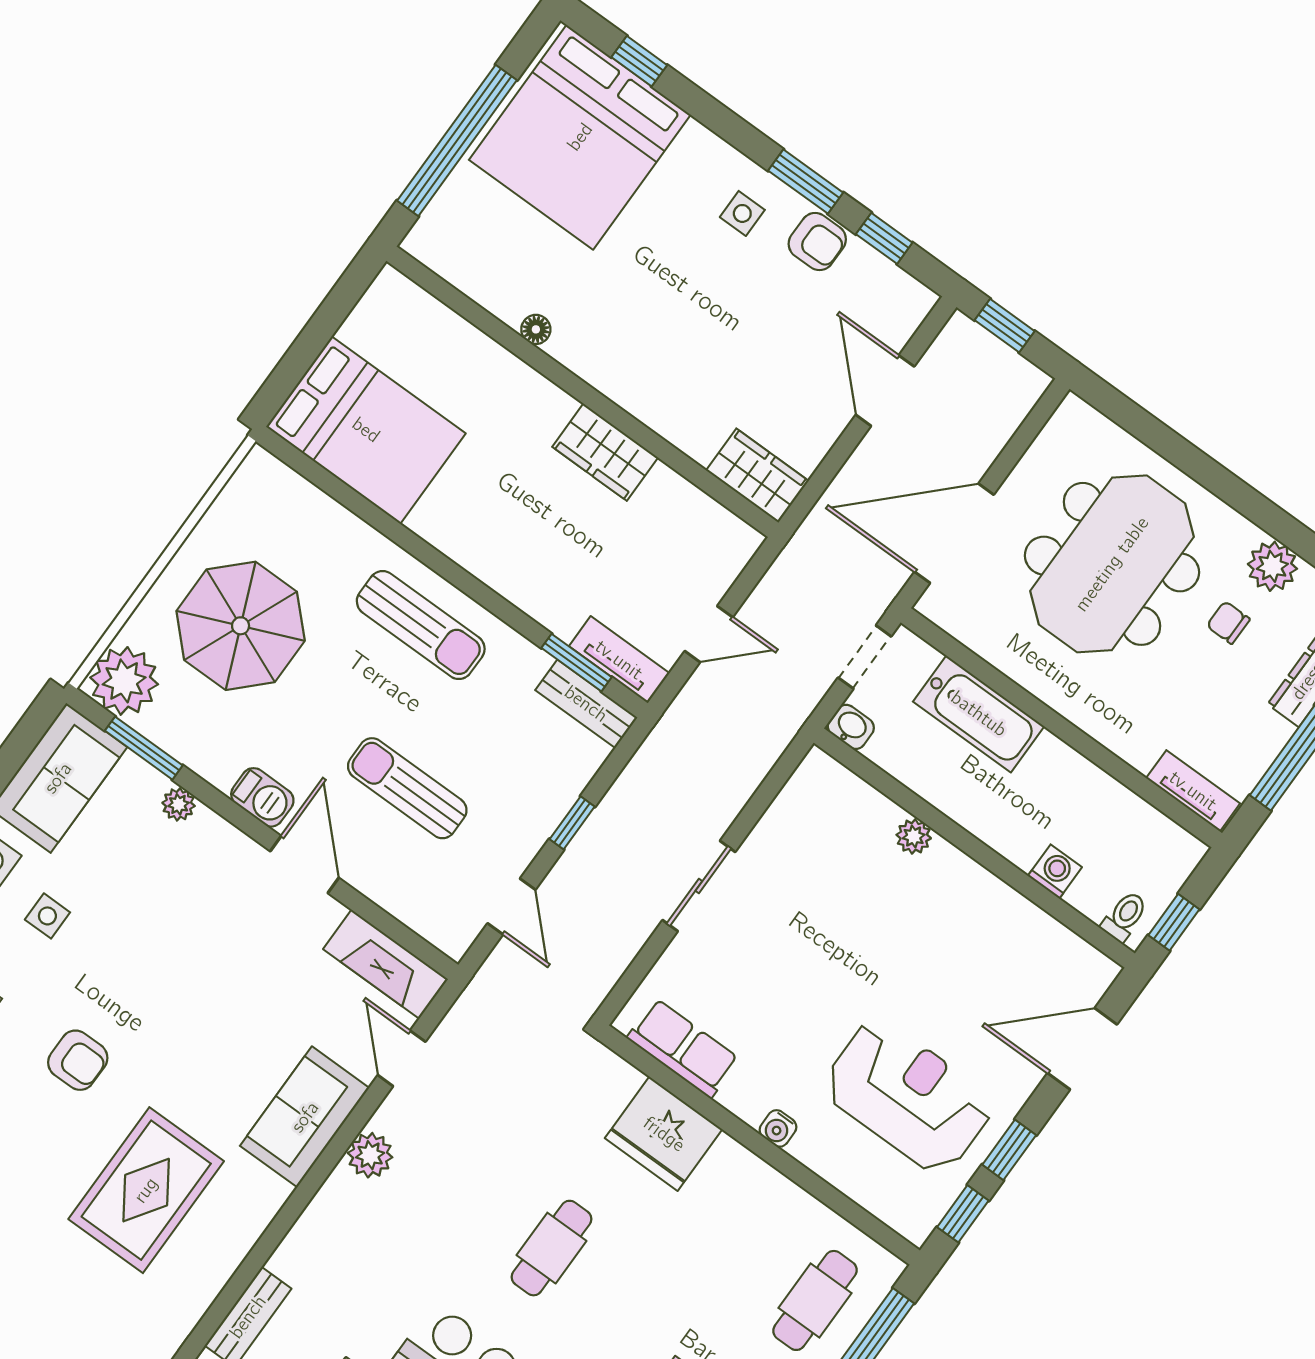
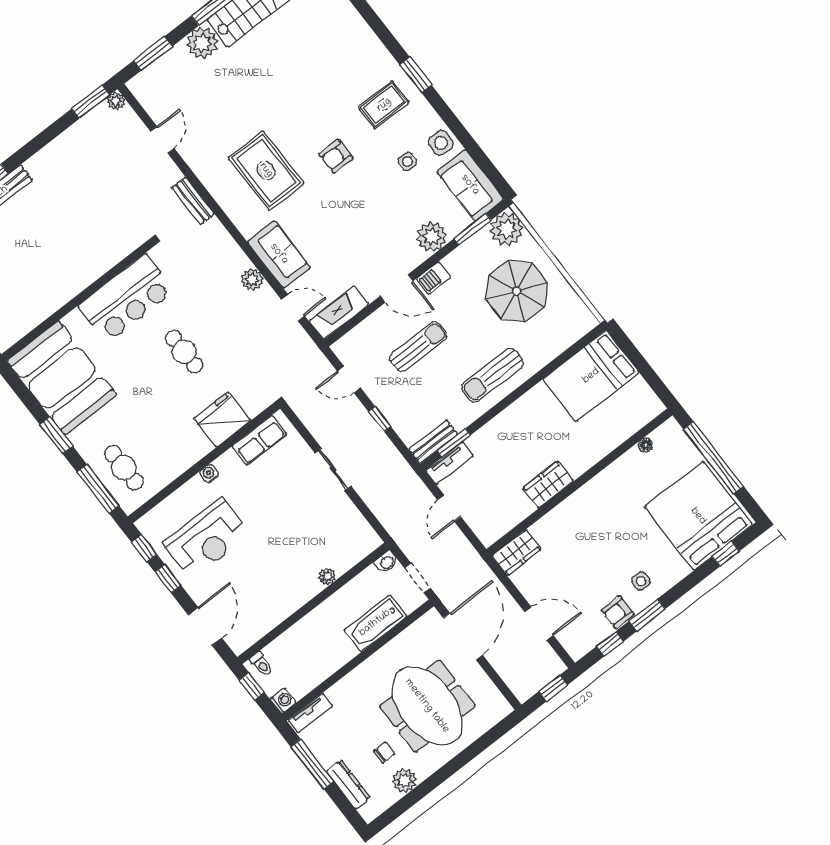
floor lamp: (536, 329) -> (646, 445), moved
plant: (179, 804) -> (432, 237), width x1.88, depth x1.88
washing machine: (1055, 872) -> (283, 701), moved, turned -90

